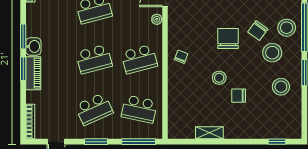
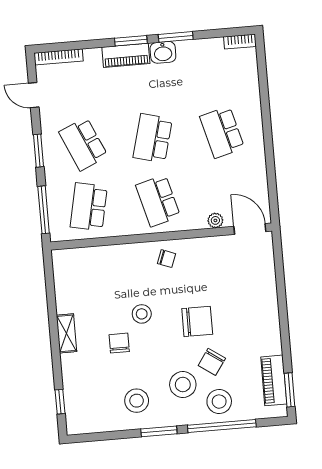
chair: (258, 31) -> (212, 362), turned -91
school desk: (94, 59) -> (153, 138), turned 30
shelving: (209, 133) -> (67, 333), moved

